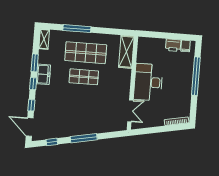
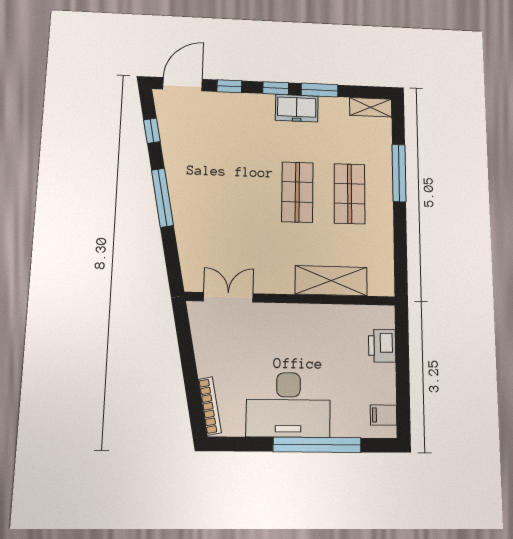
printer: (173, 45) -> (382, 346), moved
shelving: (126, 52) -> (331, 281), moved
shop shelf: (86, 53) -> (350, 194), width x0.70, depth x0.74
desk: (148, 82) -> (288, 405), moved, turned 180
double door: (130, 111) -> (228, 297), swing flipped

